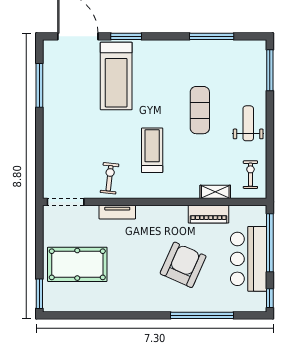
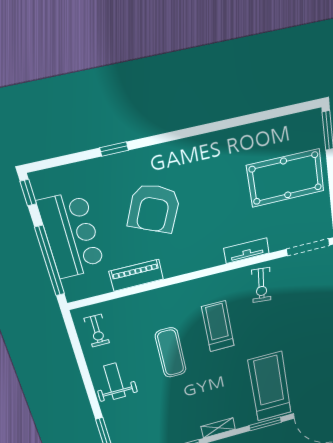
exercise mat: (200, 110) -> (171, 353), moved
weight bench: (248, 123) -> (115, 381), turned 180
treadmill: (152, 150) -> (218, 326), turned 180
shelving: (215, 192) -> (218, 428), moved
window: (202, 315) -> (114, 149), width x0.32

